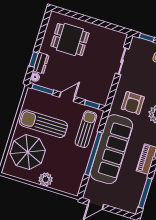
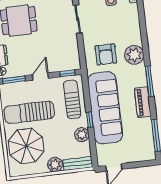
window: (93, 154) -> (90, 120), width x0.32
plant: (81, 164) -> (82, 135), added
bench: (66, 187) -> (78, 164), added

